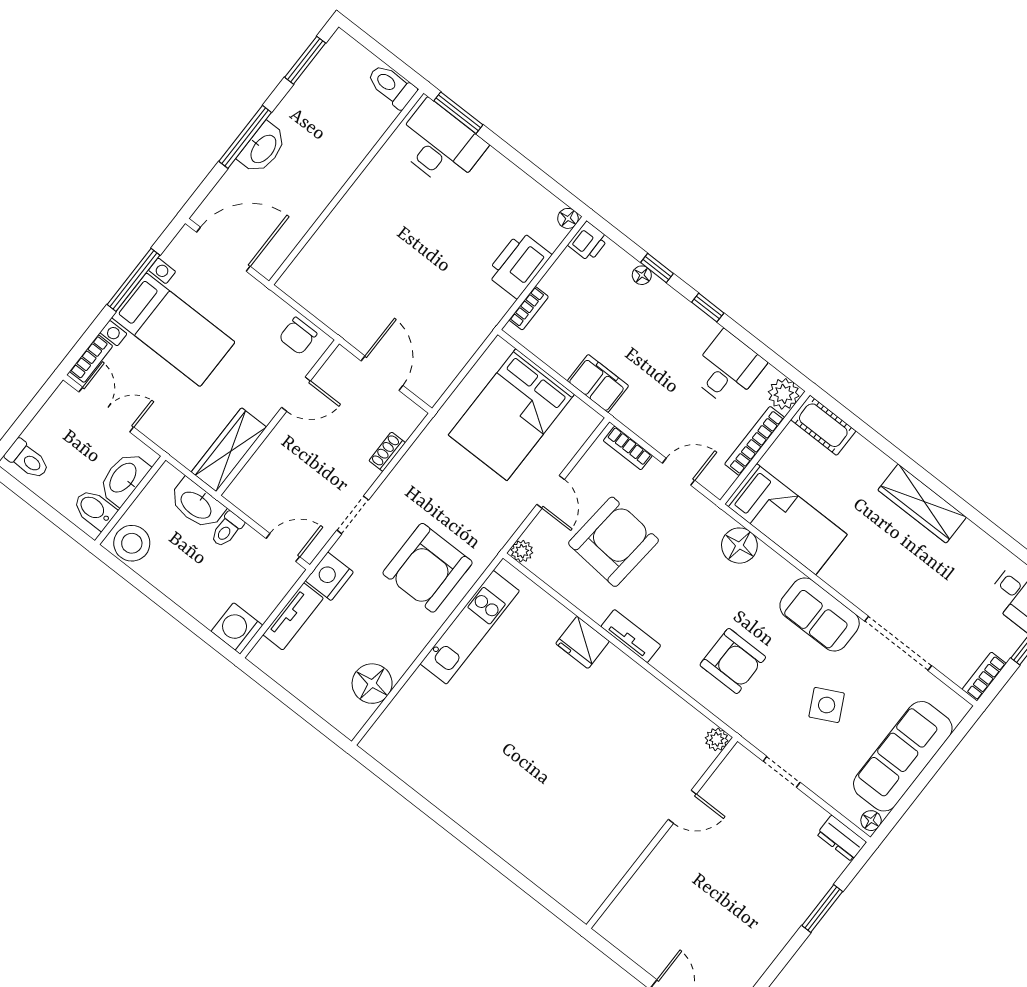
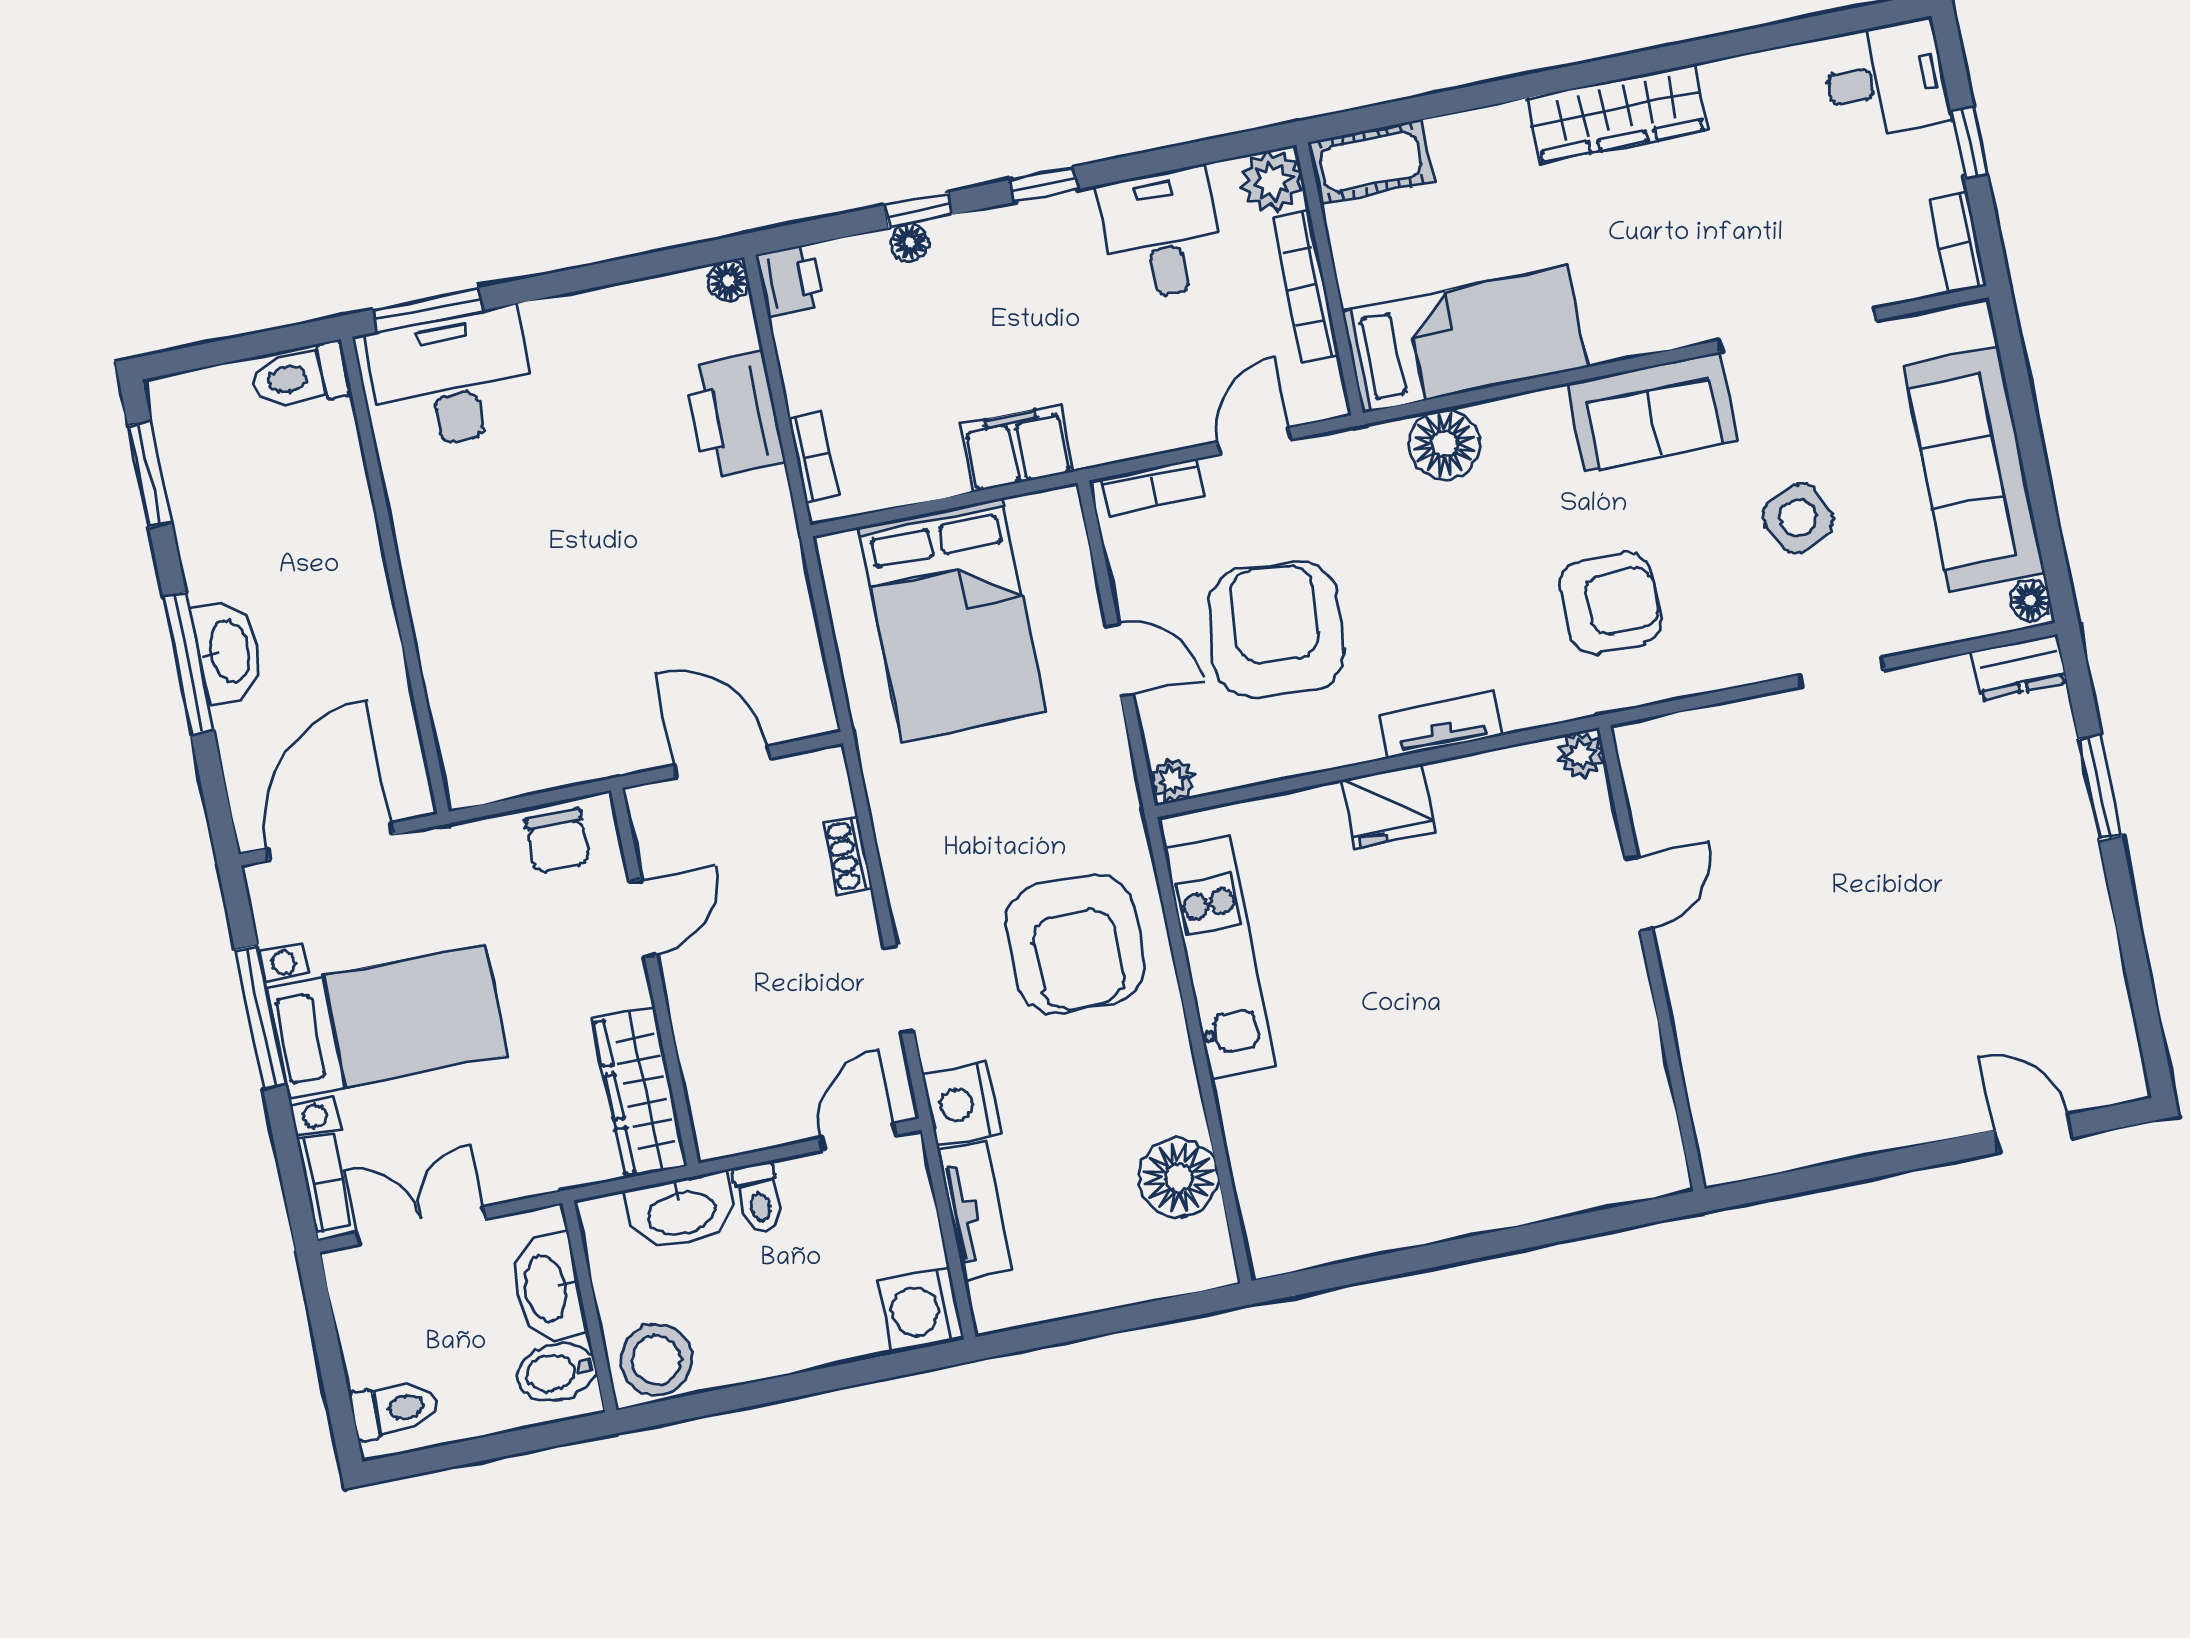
plant: (717, 739) -> (1581, 754), moved
door: (682, 807) -> (1639, 893), moved
wall: (662, 833) -> (1652, 958), moved

